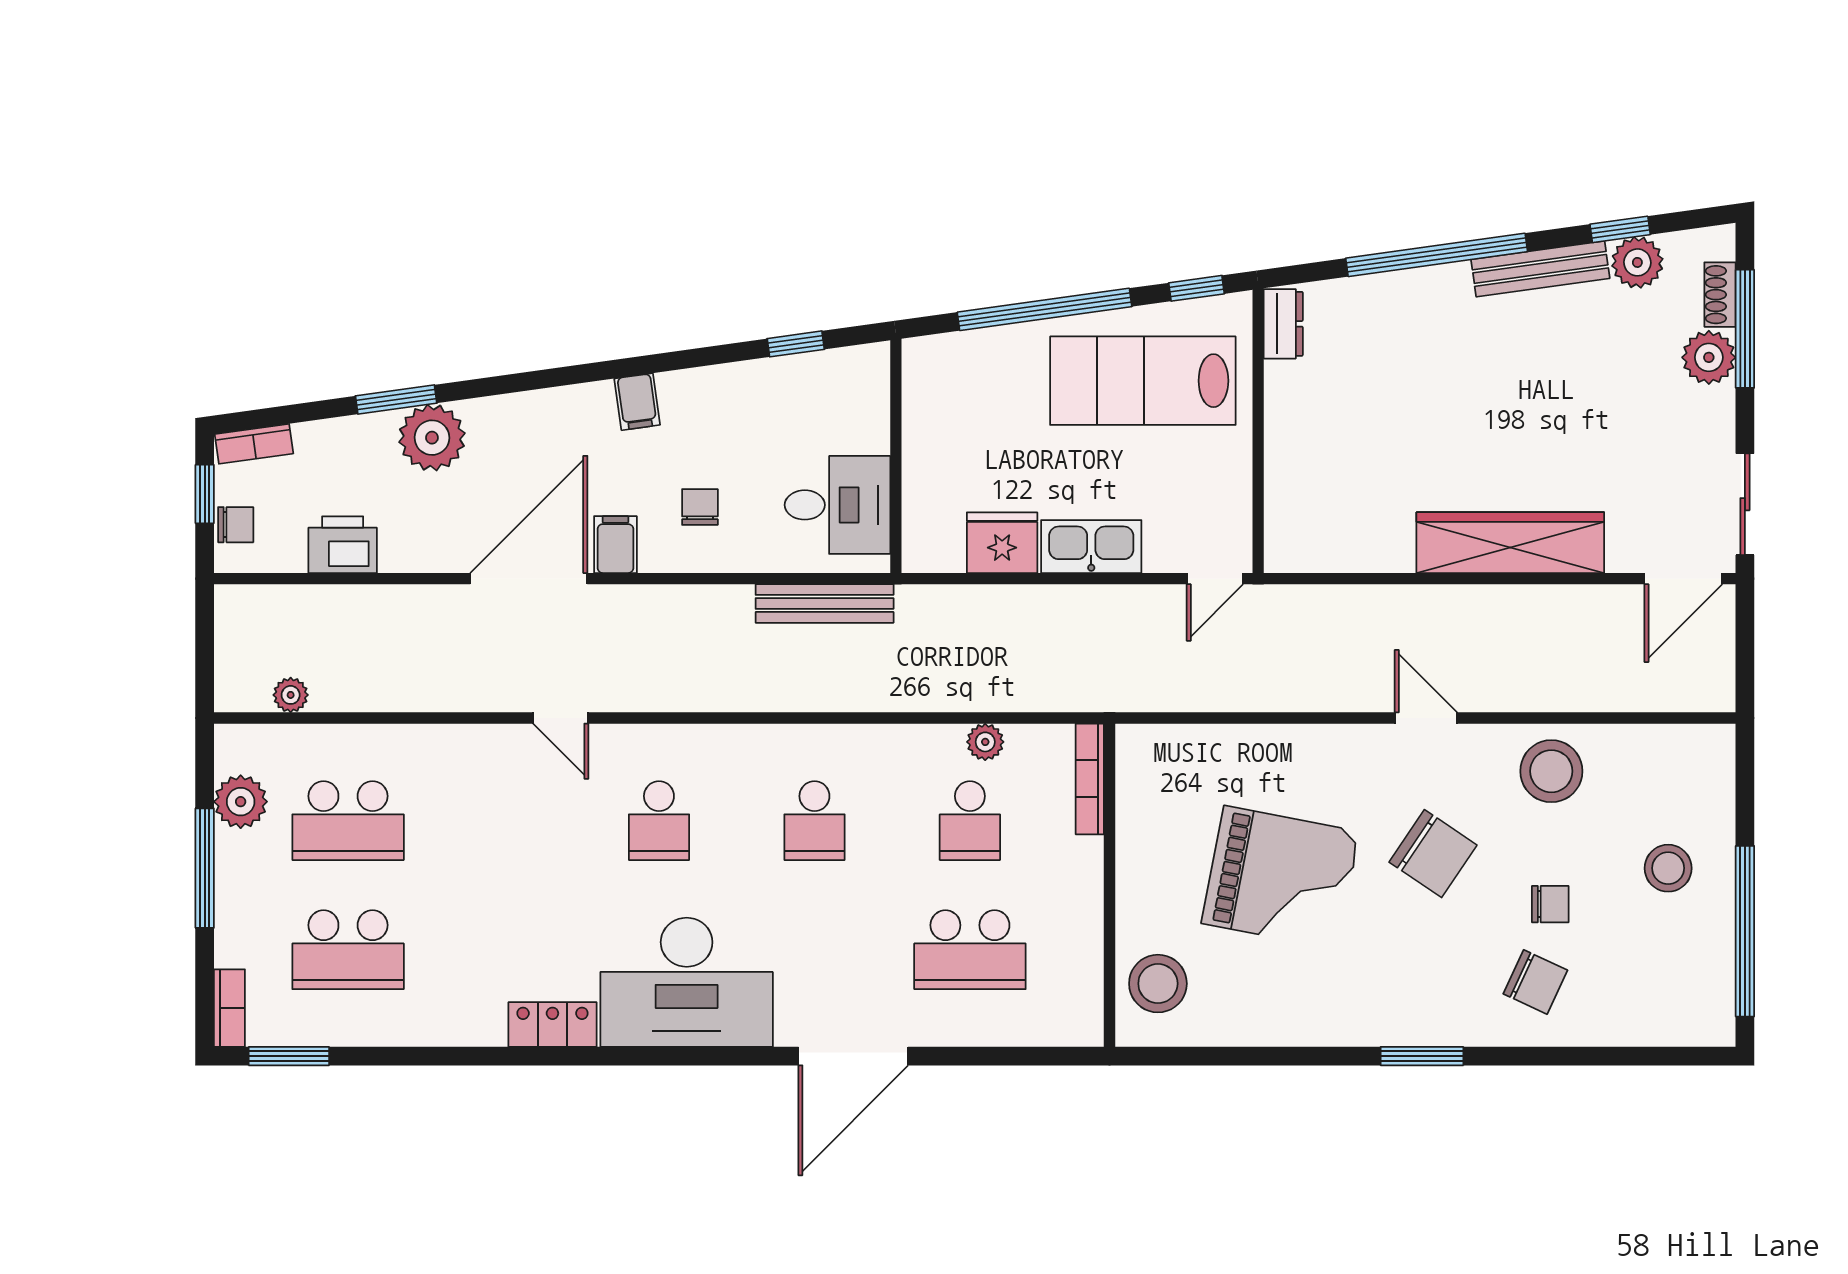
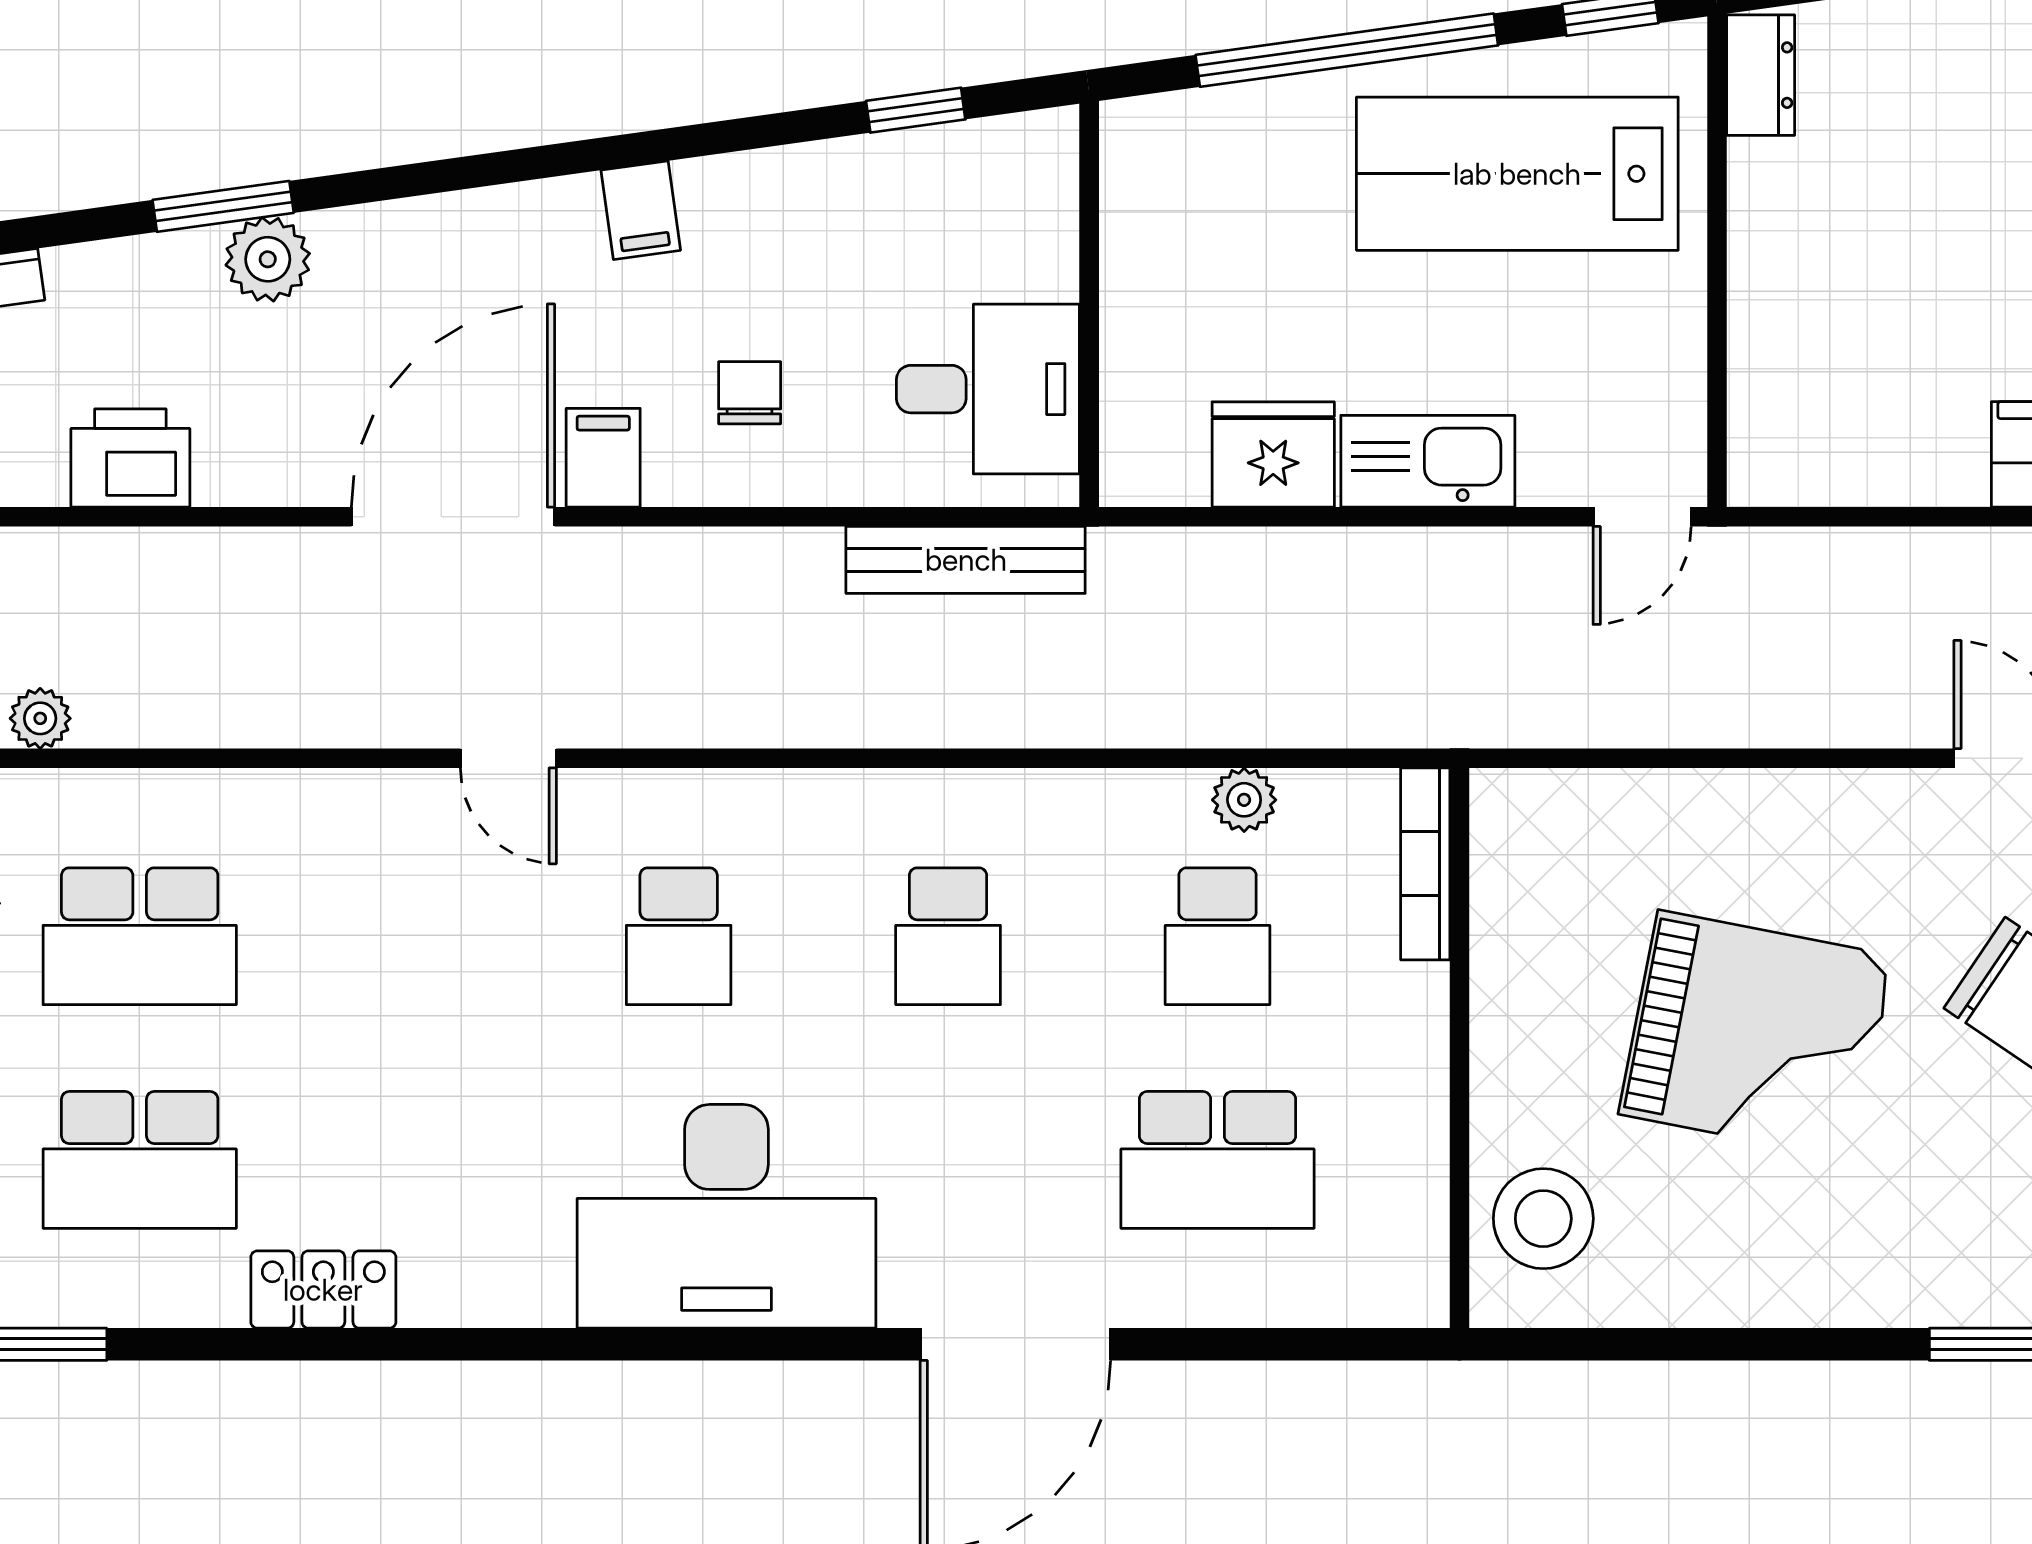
plant: (432, 438) -> (268, 259), width x0.73, depth x0.73
locker: (552, 1024) -> (323, 1290), moved

